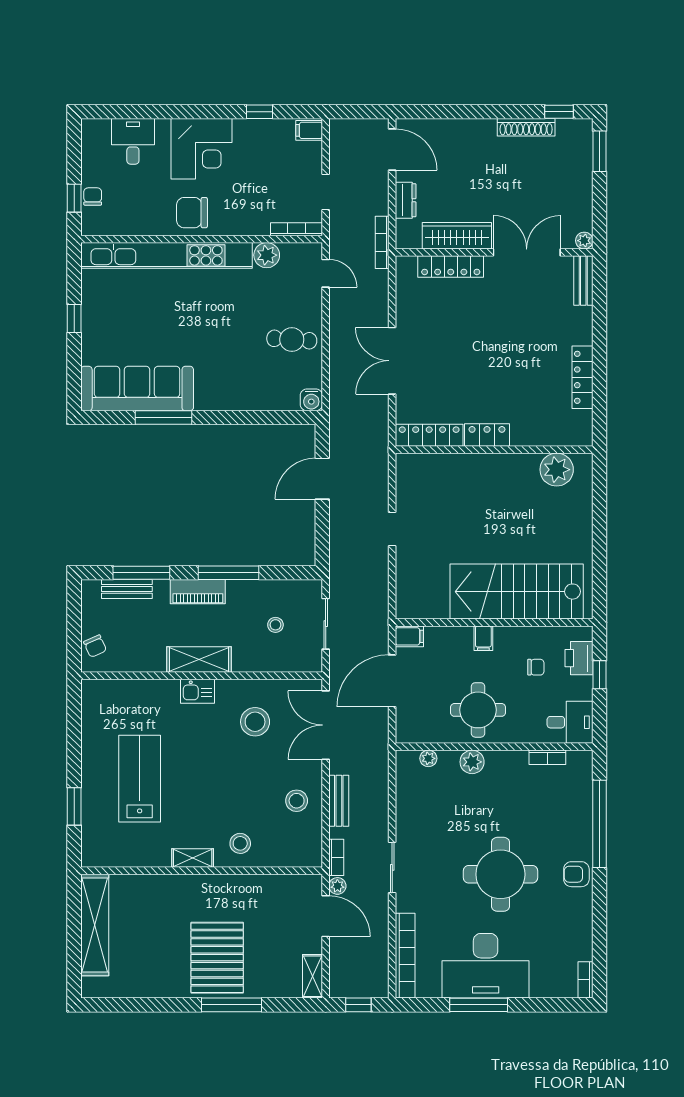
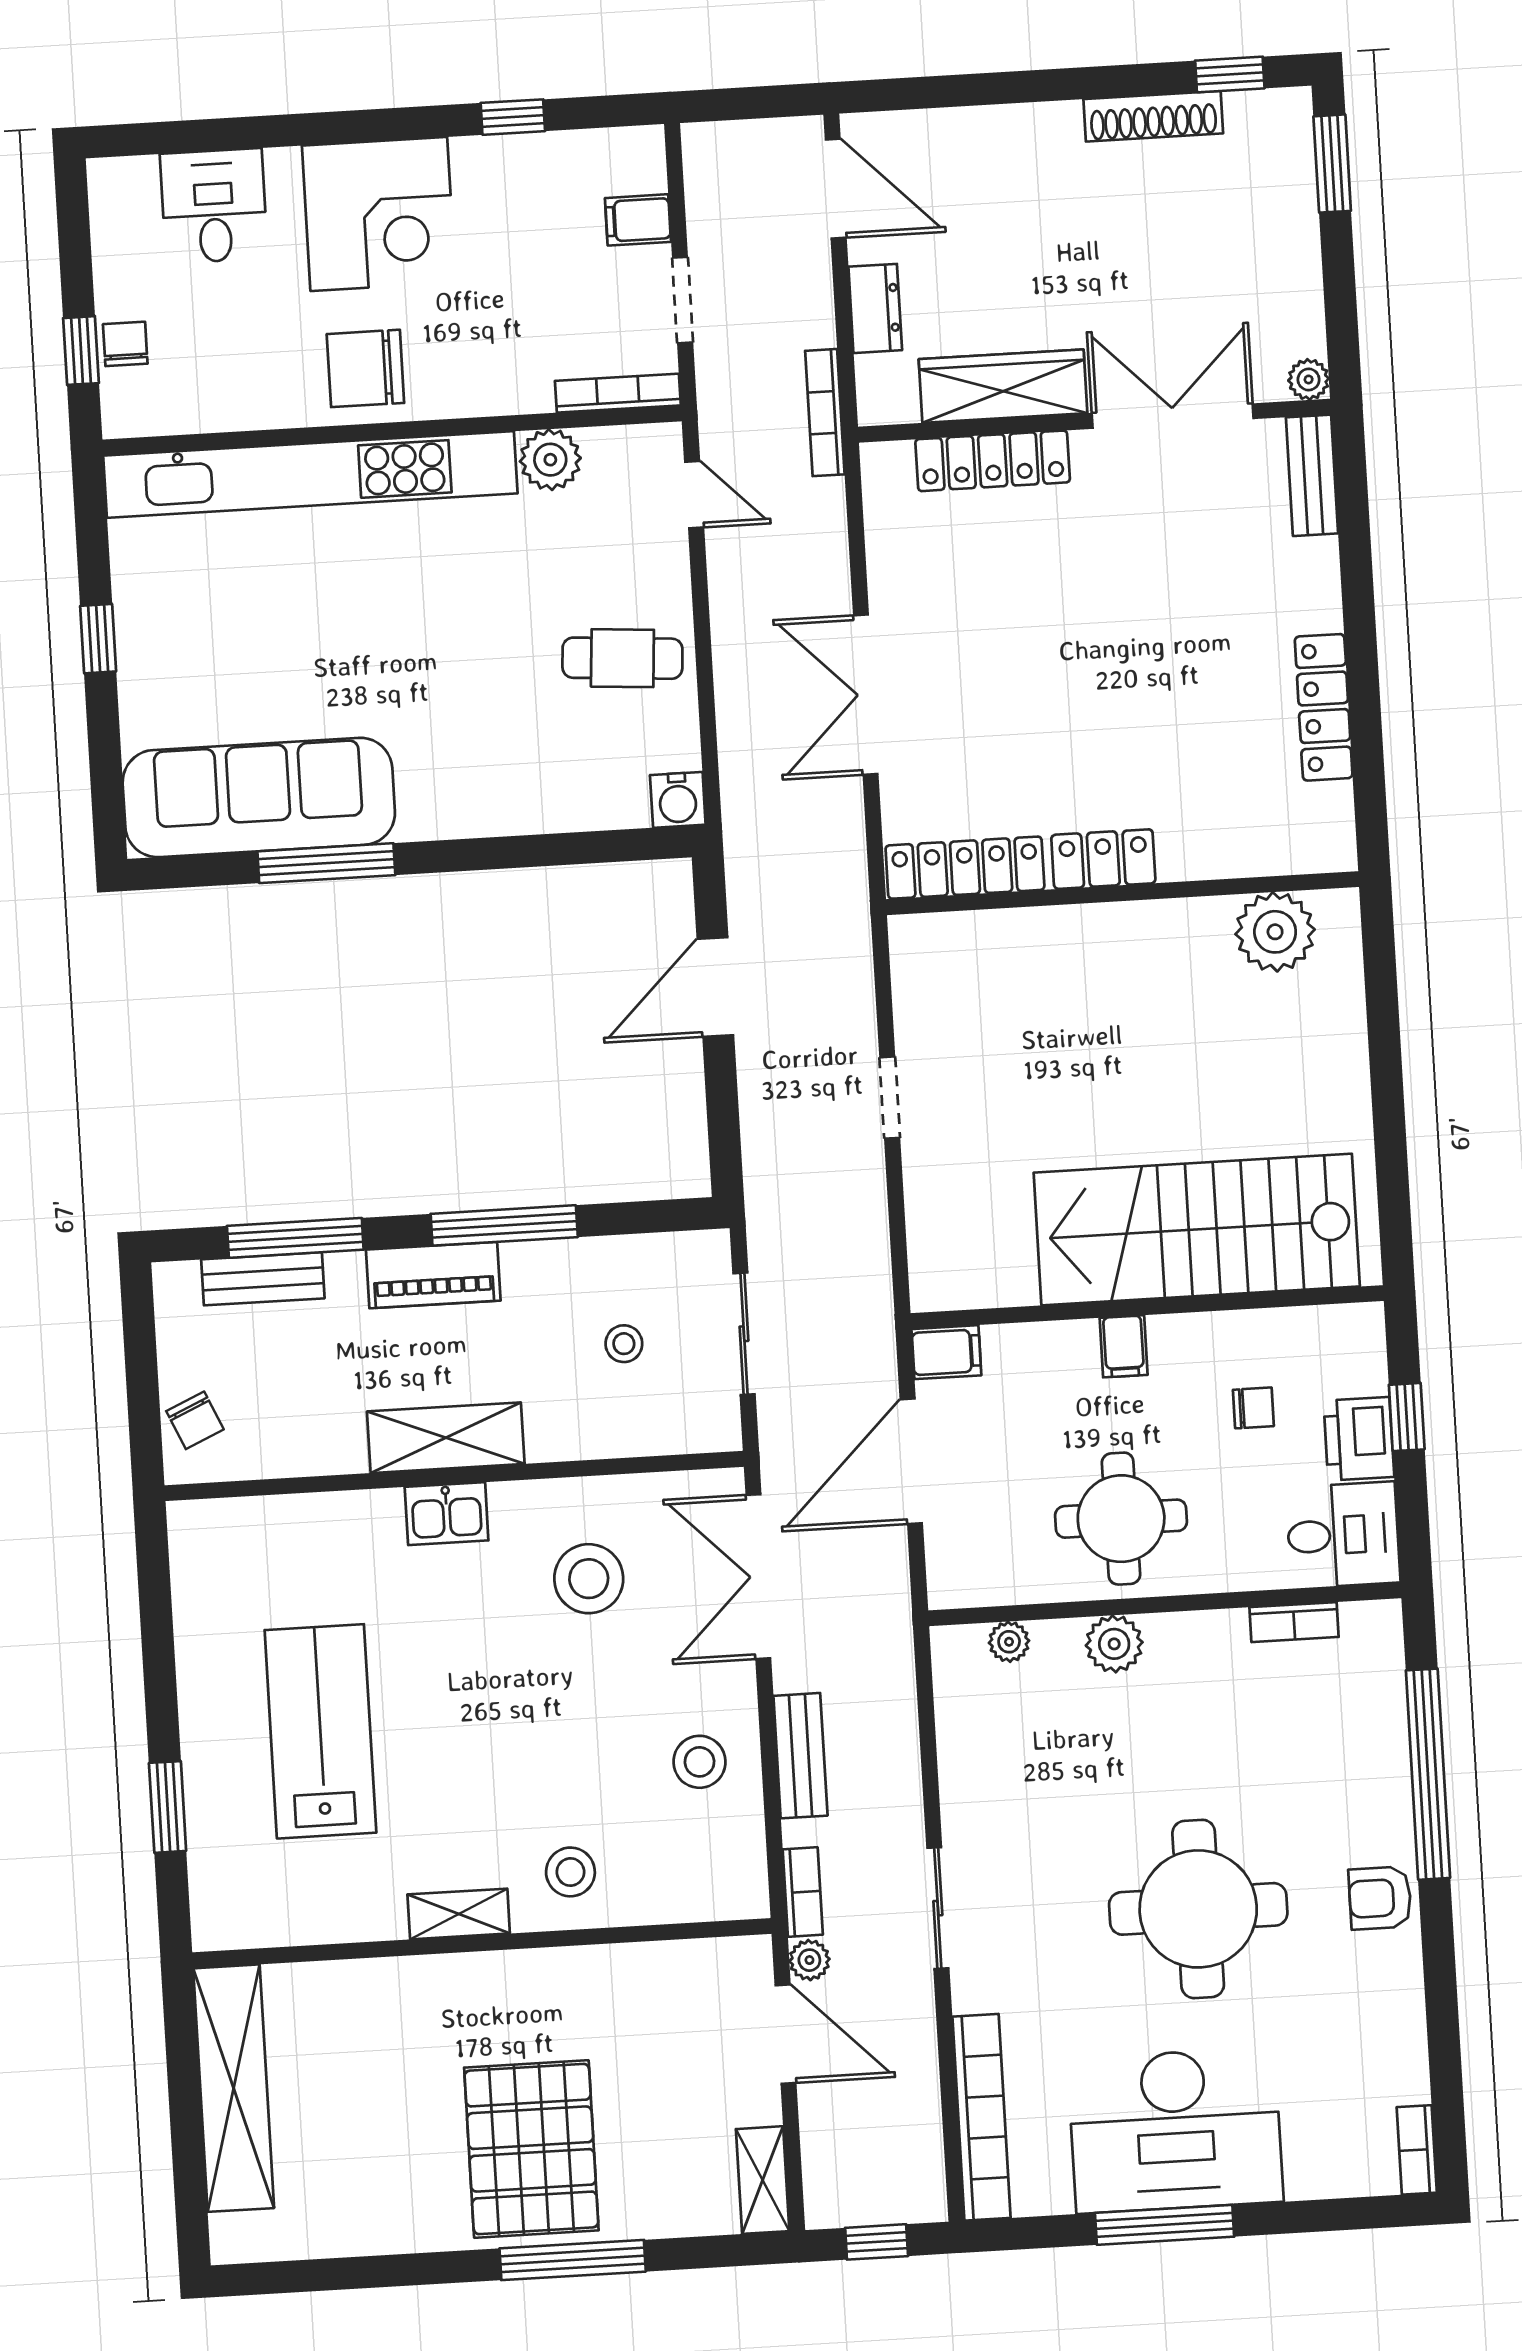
filing cabinet: (309, 130) -> (638, 220), moved
printer: (579, 658) -> (1359, 1439), moved

